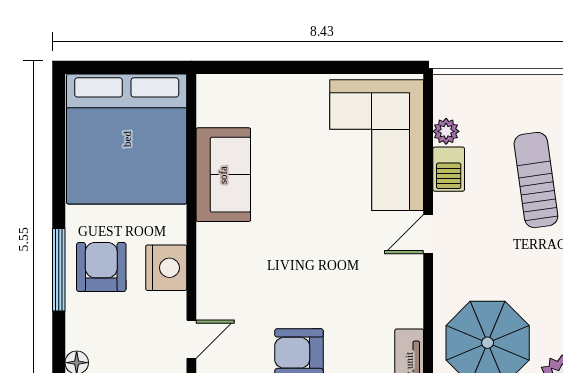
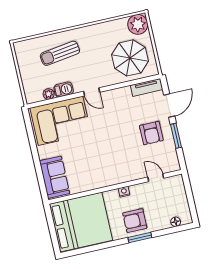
sofa: (223, 175) -> (55, 177), moved, turned 90
nightstand: (166, 268) -> (124, 192), width x0.53, depth x0.56
window: (59, 270) -> (140, 238), width x0.69

